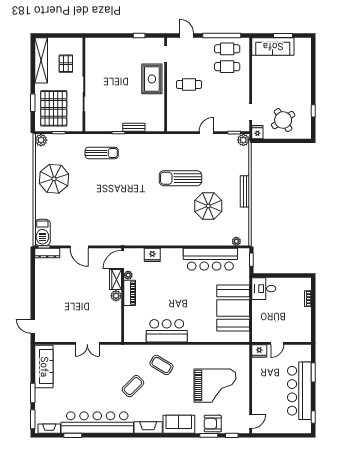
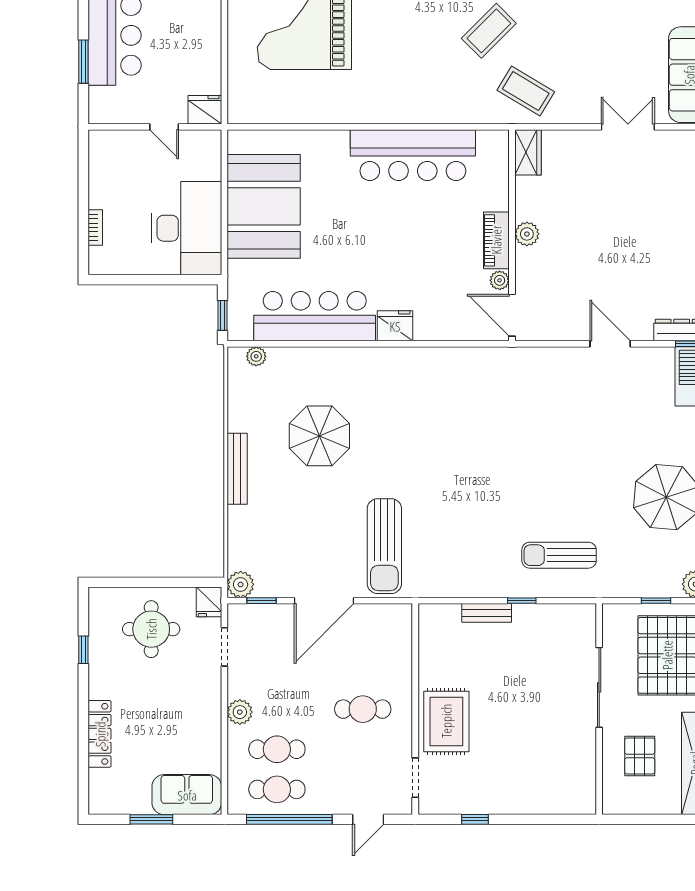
door: (187, 35) -> (368, 819), hinge flipped
sofa: (273, 46) -> (187, 795), width x0.73
locker: (306, 73) -> (100, 734), added
plant: (244, 83) -> (240, 712), added
round table: (283, 120) -> (151, 629), turned 33
door: (206, 133) -> (324, 601), width x1.88
sun lounger: (180, 178) -> (384, 546), moved, turned 90
fridge: (152, 255) -> (395, 326), moved
door: (123, 260) -> (512, 315), swing flipped
wardrobe: (116, 279) -> (528, 152), moved
desk: (264, 289) -> (187, 228), width x1.87, depth x1.30
bar counter: (167, 331) -> (413, 155), width x1.36
double door: (87, 343) -> (628, 127), moved
door: (277, 343) -> (164, 127), swing flipped
coffee table: (161, 365) -> (526, 91), moved

